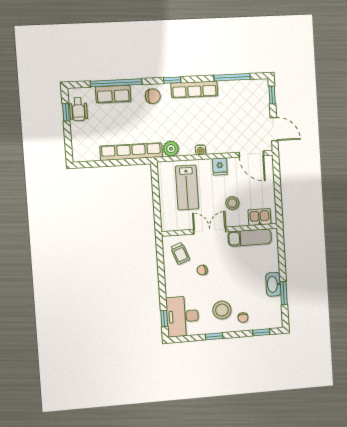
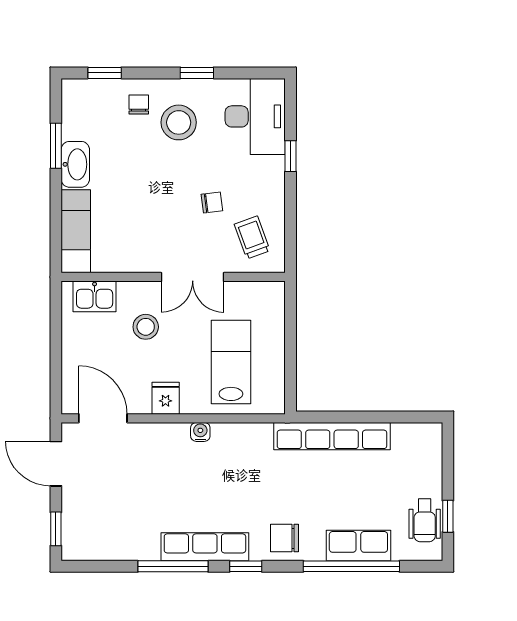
window: (232, 77) -> (173, 566), moved
wheelchair: (78, 109) -> (425, 520), turned 180
plant: (171, 149) -> (257, 437), removed
exam couch: (250, 238) -> (76, 231), moved, turned 90
window: (164, 319) -> (291, 156), moved

